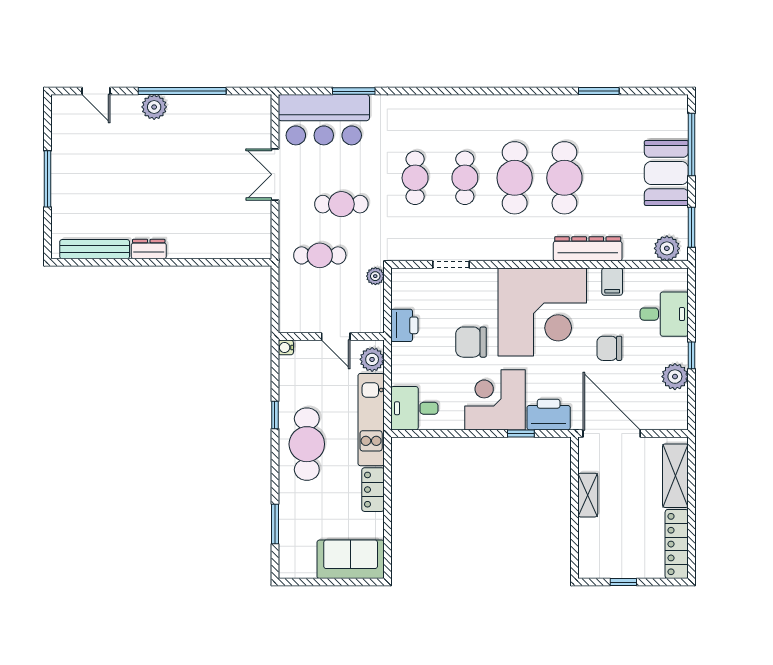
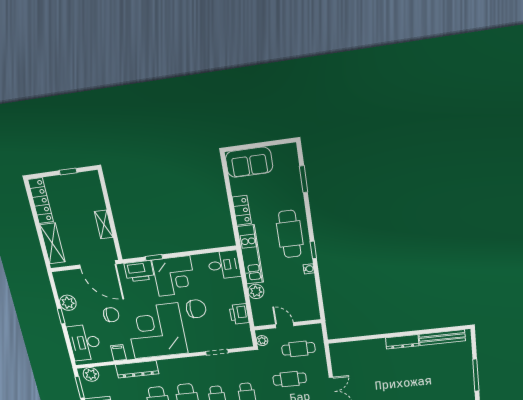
dresser: (149, 249) -> (402, 342), width x1.44
desk: (664, 314) -> (85, 343), width x1.37
wall: (331, 337) -> (288, 325), moved
door: (336, 337) -> (285, 325), moved
water cooler: (286, 347) -> (309, 269), moved

